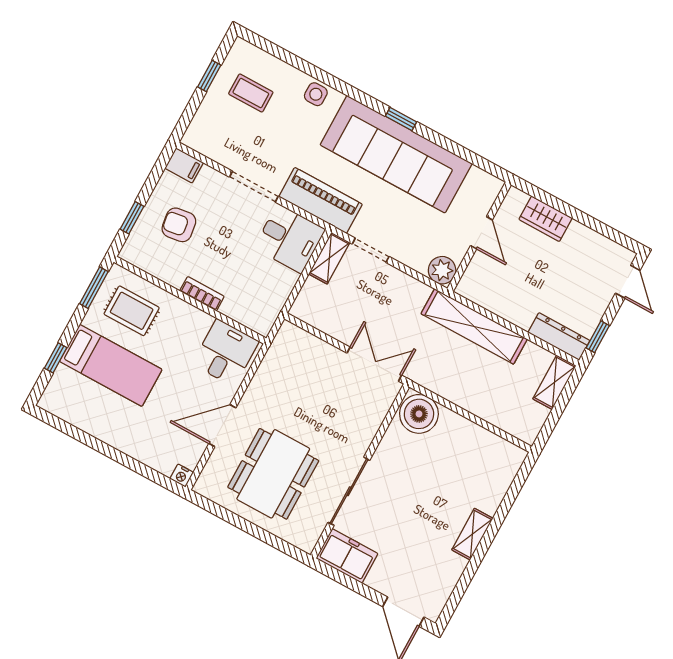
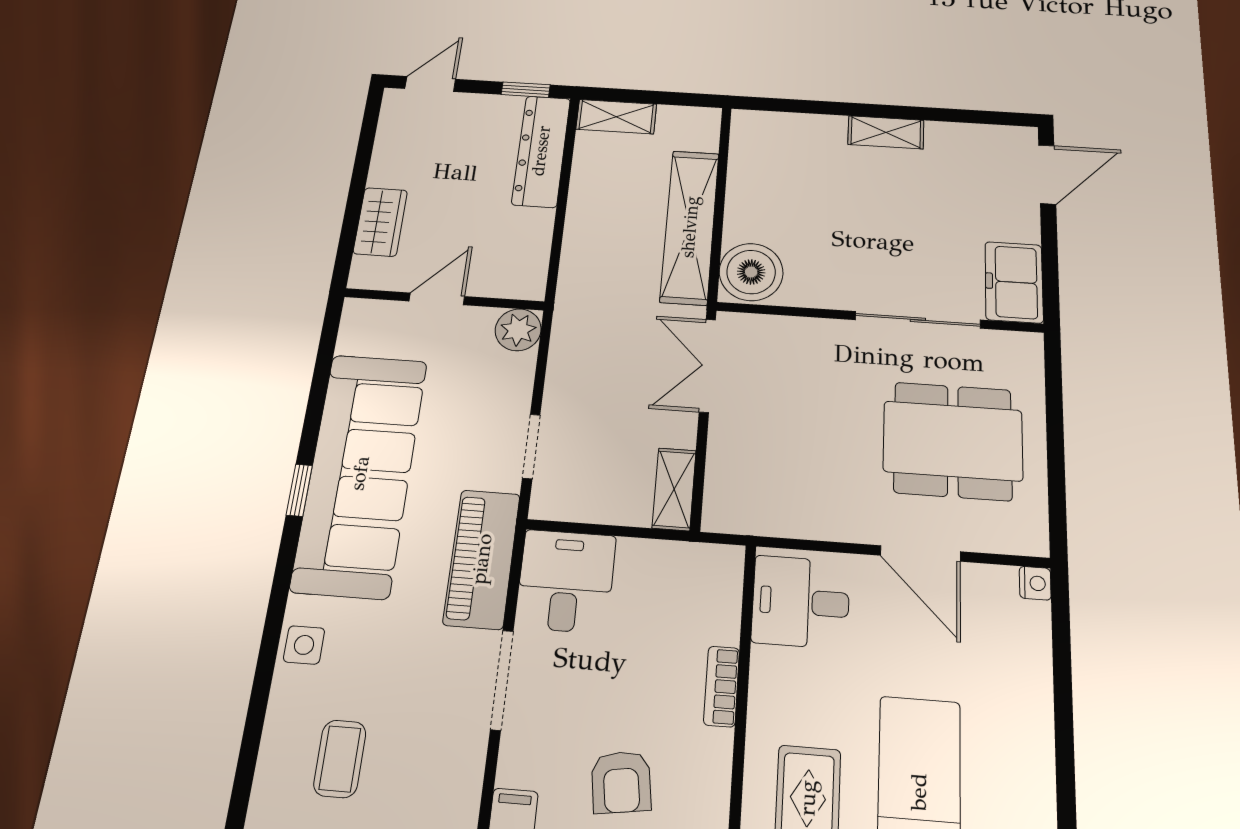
shelving: (329, 258) -> (674, 489), moved, turned 90
shelving: (474, 326) -> (690, 227), moved
dresser: (559, 337) -> (541, 151), width x1.37, depth x1.24

